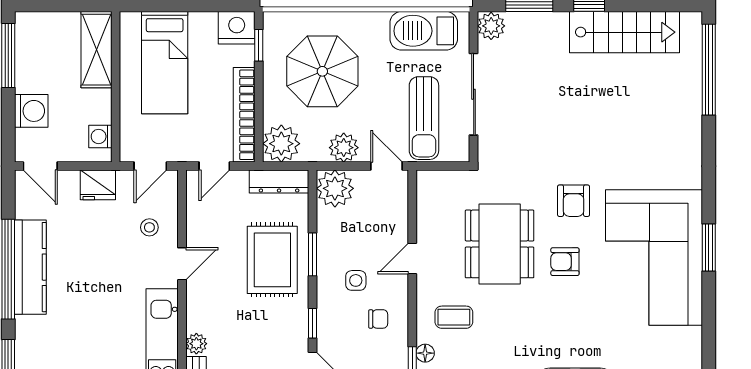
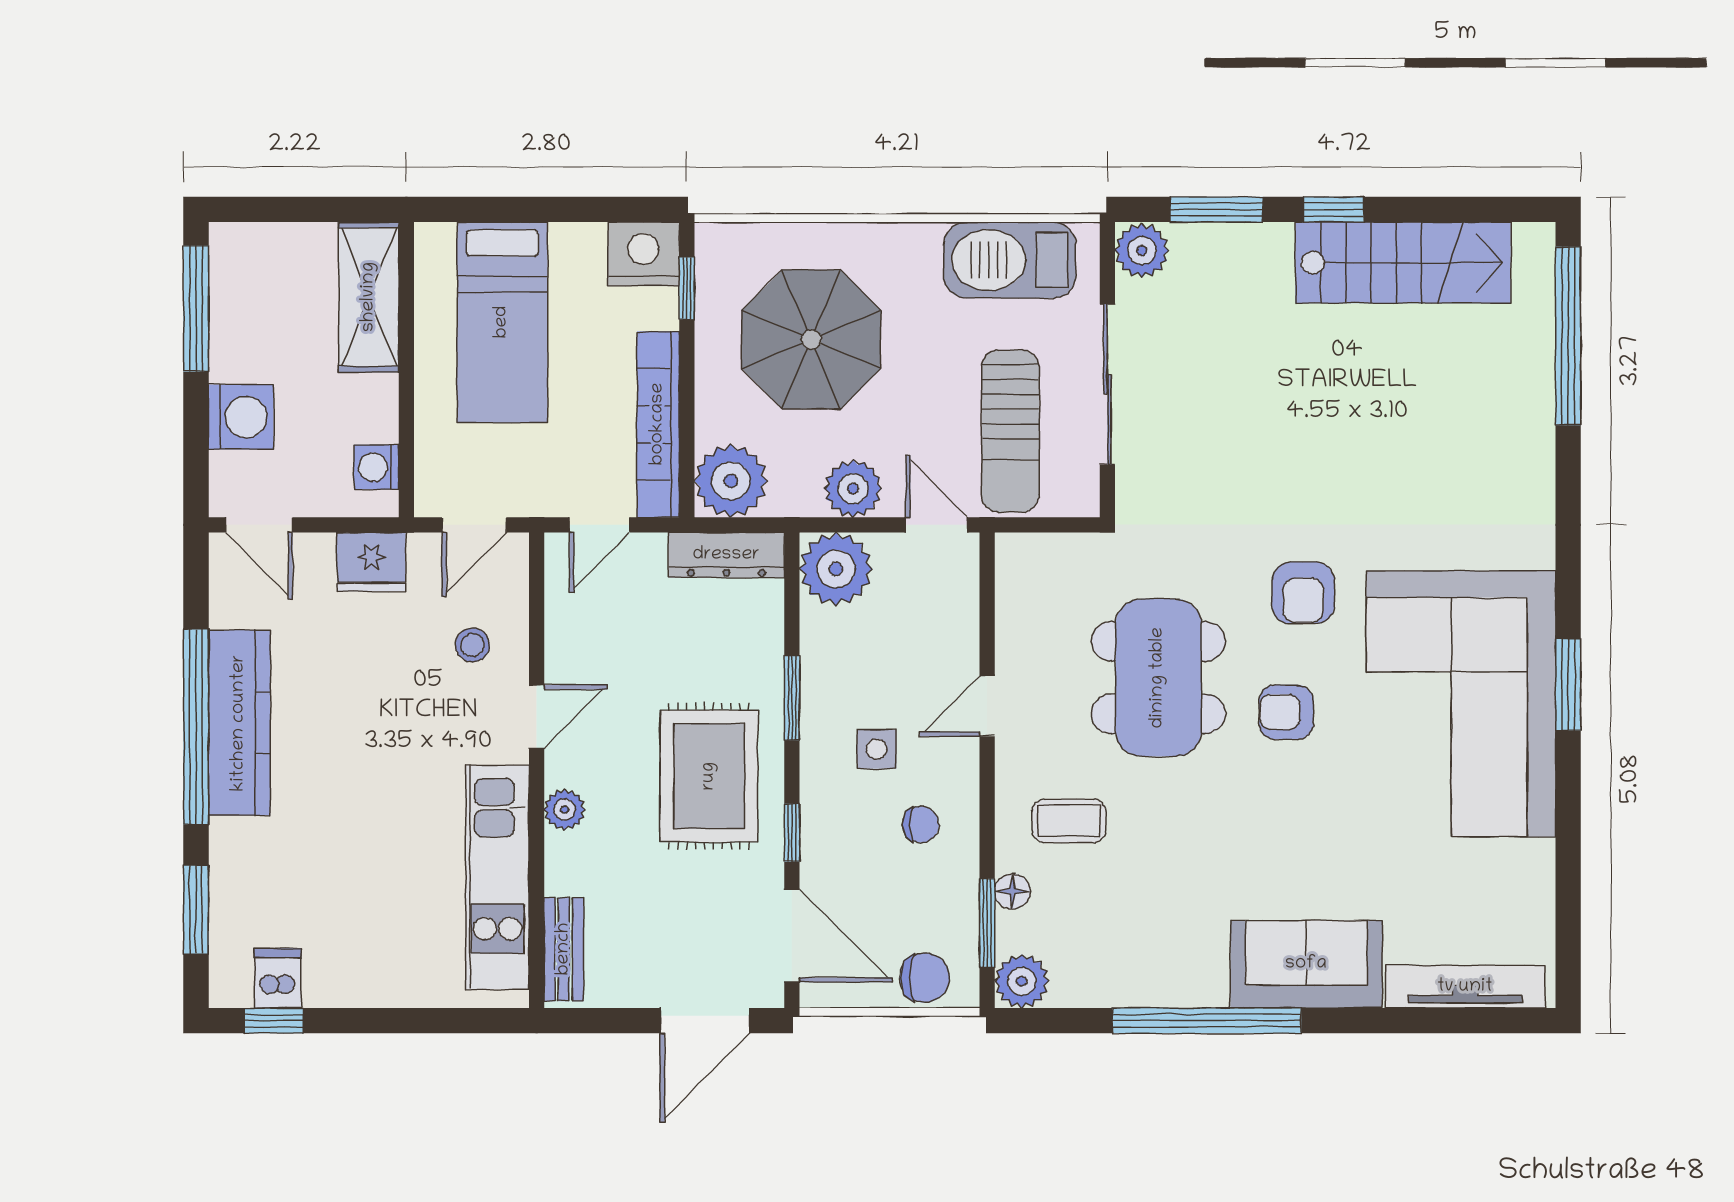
rug: (272, 260) -> (709, 776), moved
plant: (196, 344) -> (565, 810), moved

